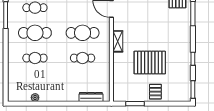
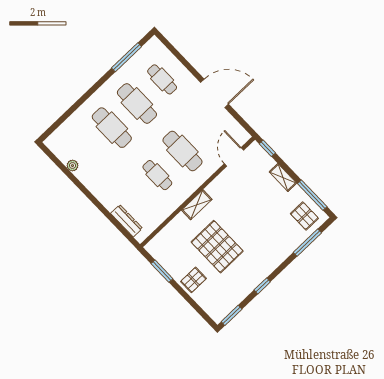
shelving: (118, 41) -> (197, 205), moved
cafe table: (35, 58) -> (112, 128), width x1.37, depth x1.35

